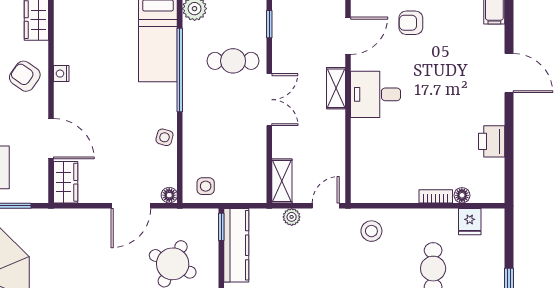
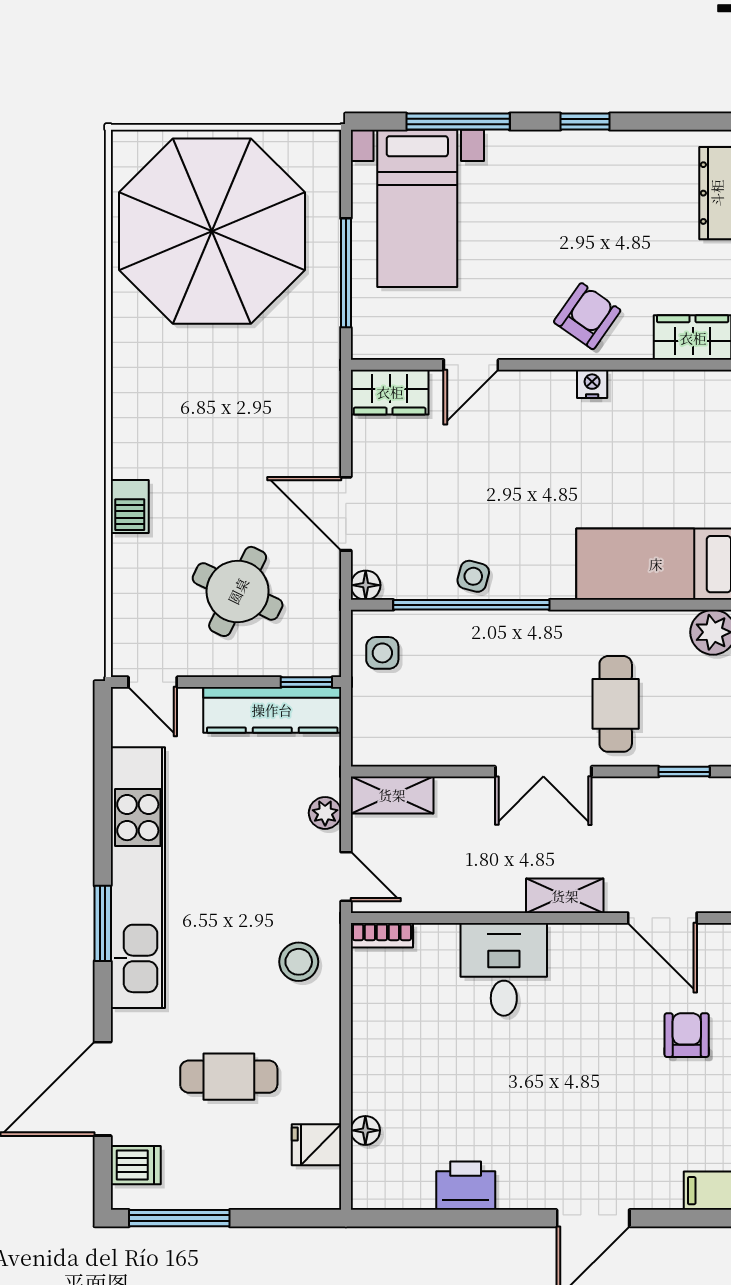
window: (180, 70) -> (471, 605), moved
desk: (376, 94) -> (504, 969), moved
door: (51, 139) -> (471, 365), width x0.73
bookcase: (436, 196) -> (382, 935), moved, turned 90

